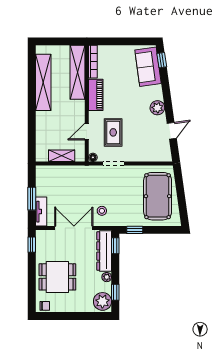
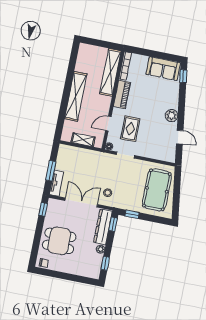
sofa: (148, 67) -> (163, 69), moved, turned -82
shelving: (43, 82) -> (76, 96), moved
door: (172, 131) -> (180, 137), hinge flipped
plant: (102, 301) -> (93, 269), removed

